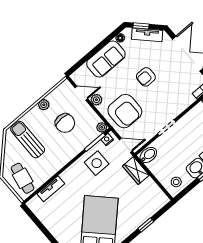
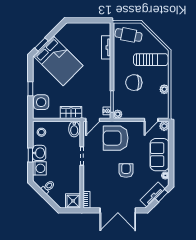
plant: (96, 100) -> (164, 126), moved
chair: (65, 123) -> (134, 83), moved
side table: (97, 163) -> (41, 102), moved

